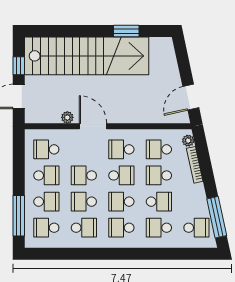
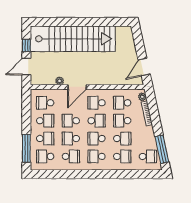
window: (126, 31) -> (100, 22), removed
door: (93, 126) -> (77, 87), swing flipped
school desk: (159, 228) -> (122, 156), turned 180

